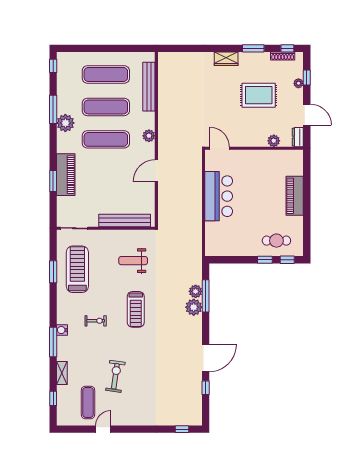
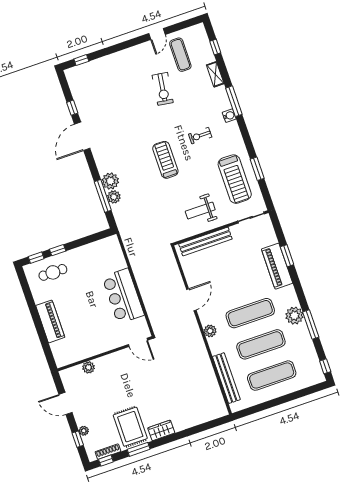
rug: (259, 95) -> (130, 427), moved, turned 90
dresser: (298, 137) -> (67, 379), removed
weight bench: (133, 261) -> (200, 211), moved, turned 180

